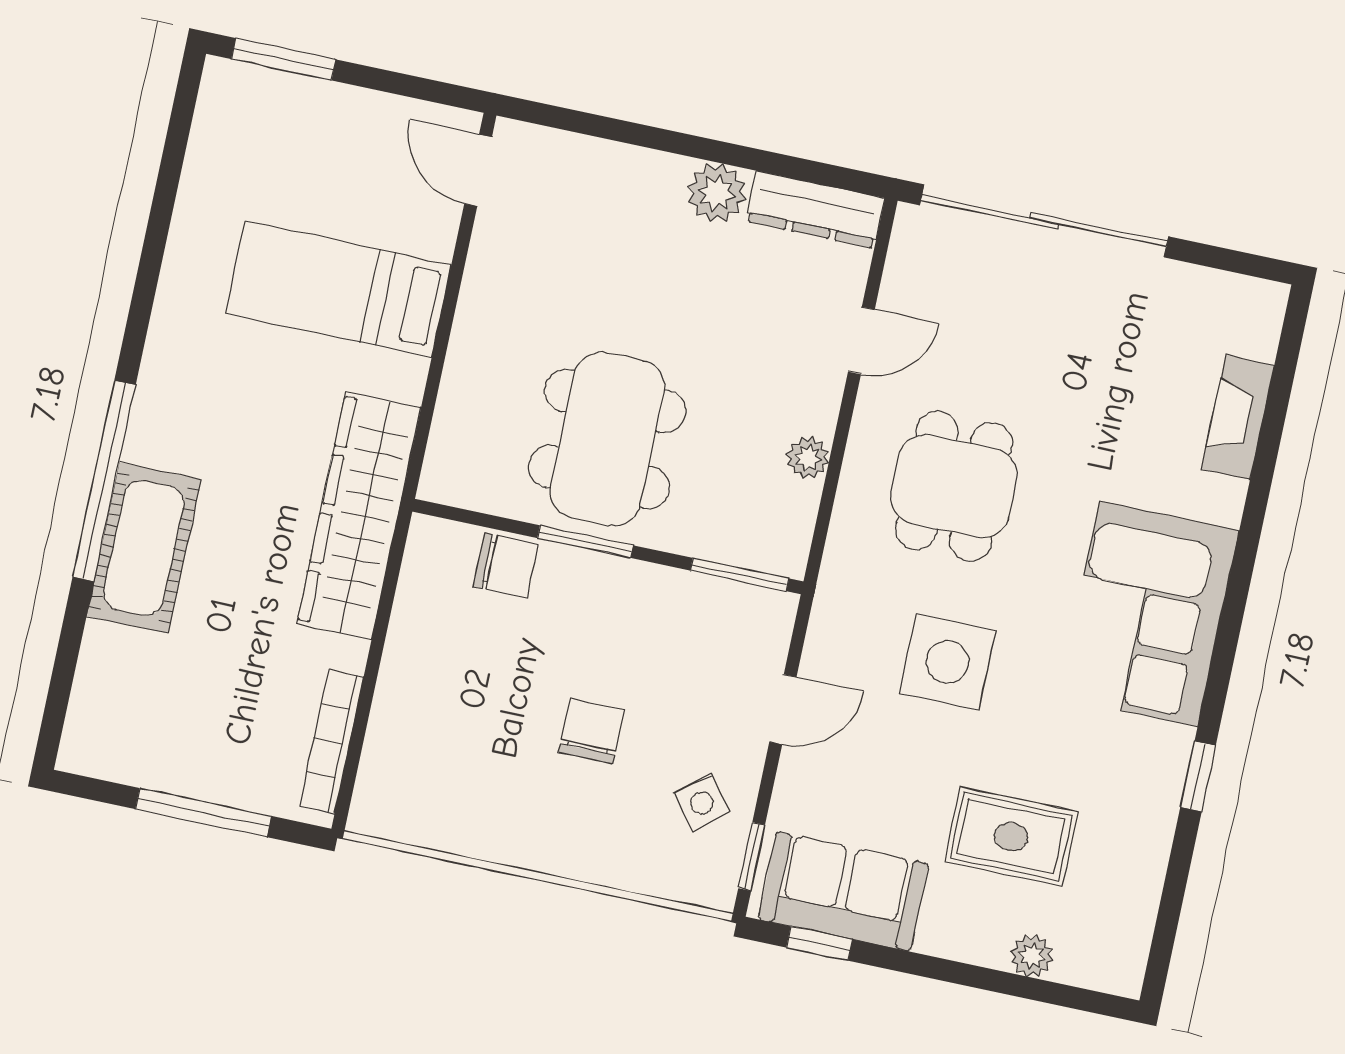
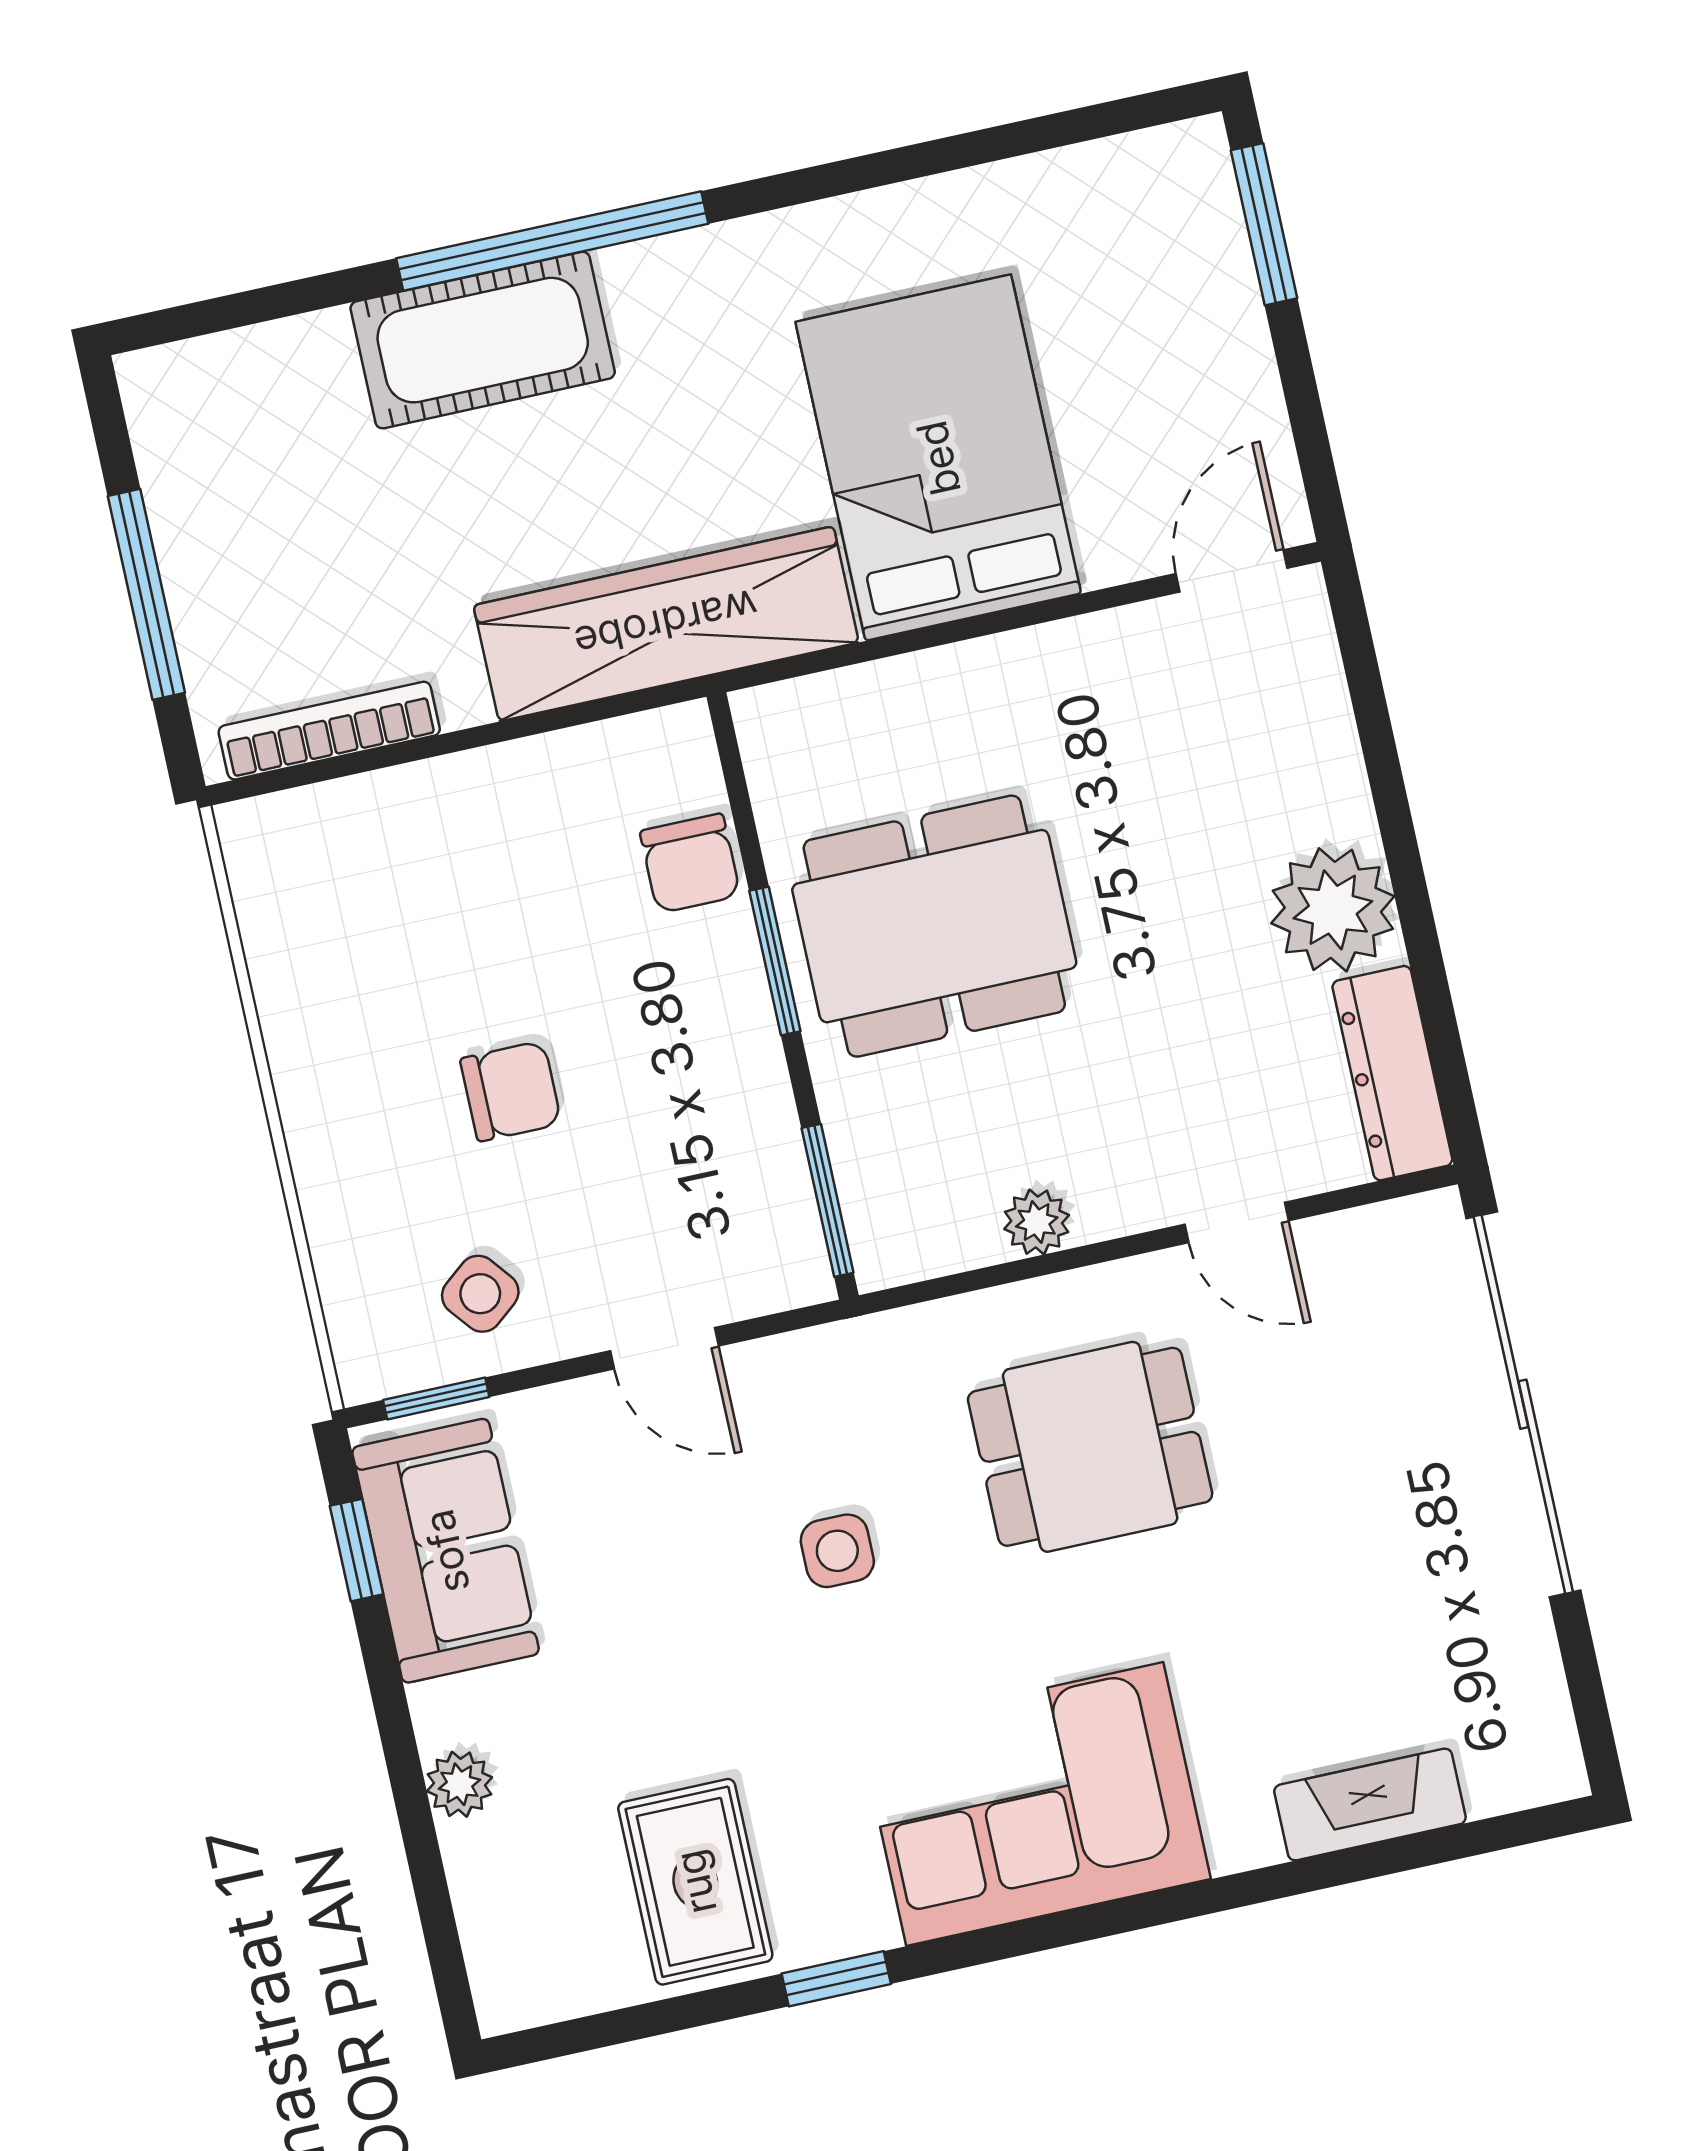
plant: (716, 193) -> (1333, 910), width x1.36, depth x1.36
bed: (339, 289) -> (938, 458), width x1.50
side table: (948, 662) -> (837, 1551), width x0.54, depth x0.54
rug: (1011, 837) -> (695, 1882), moved
plant: (1032, 956) -> (459, 1784), moved

